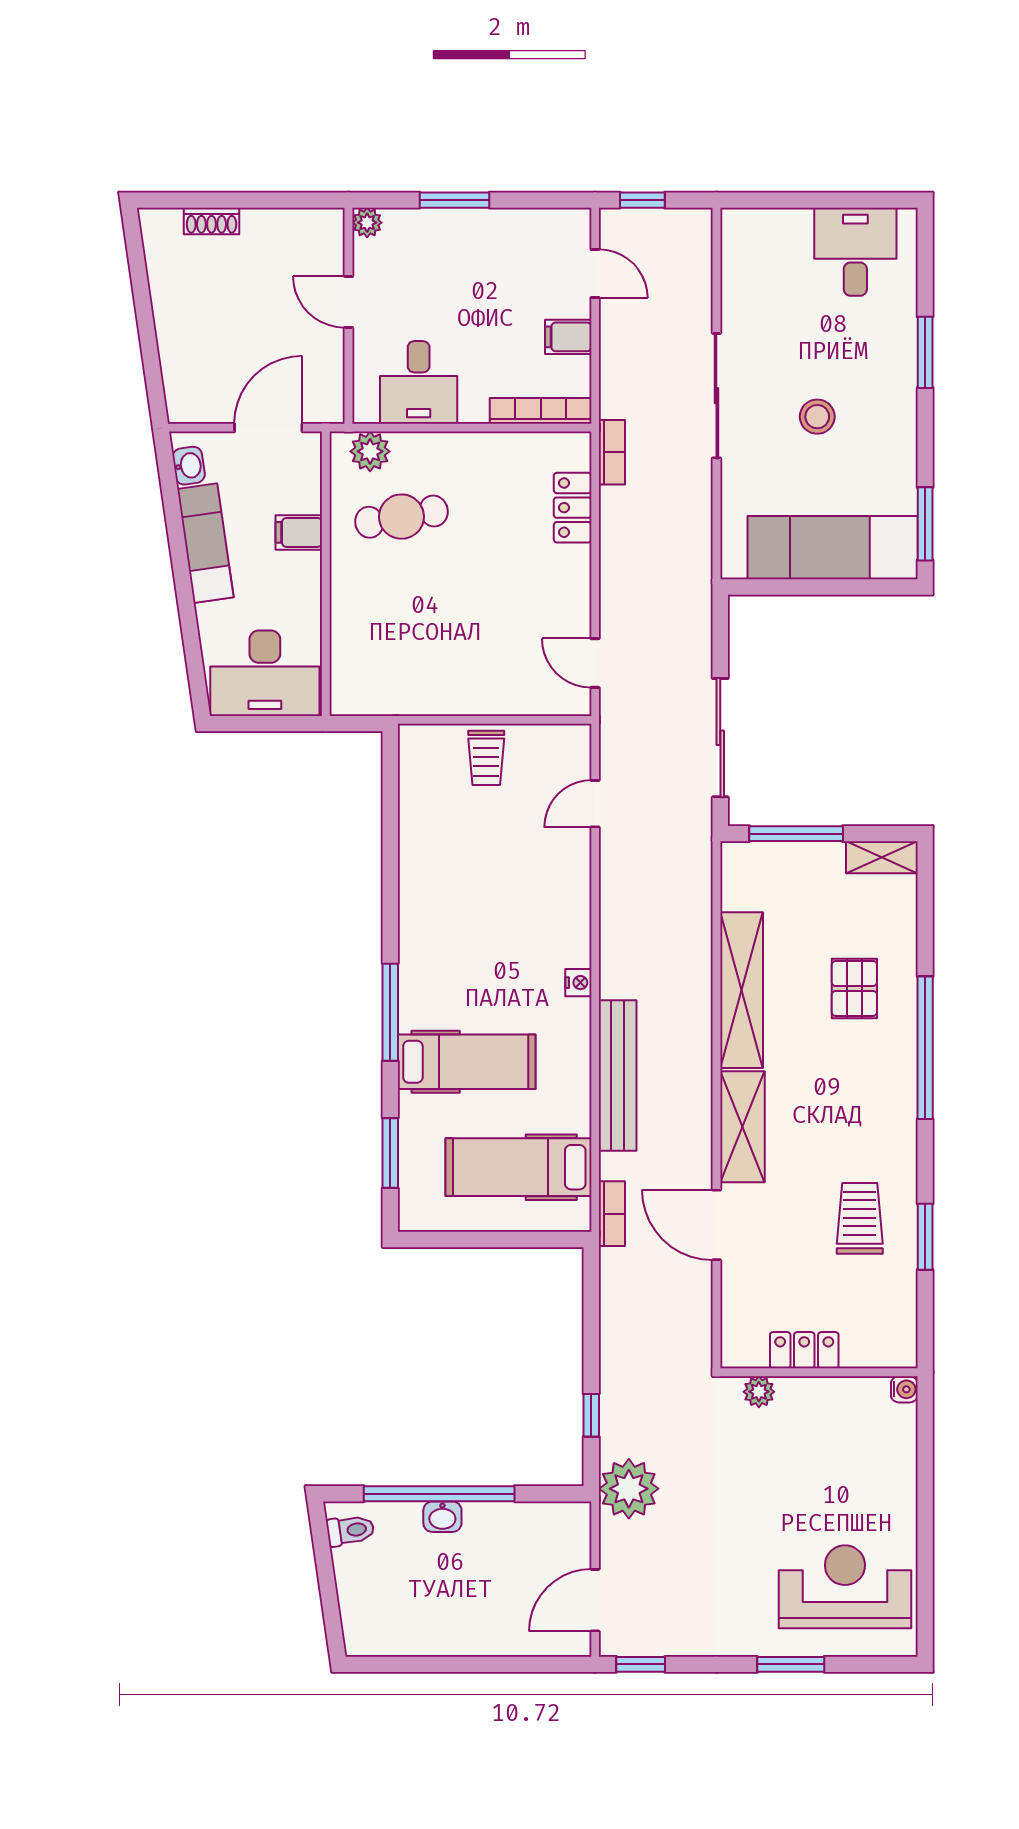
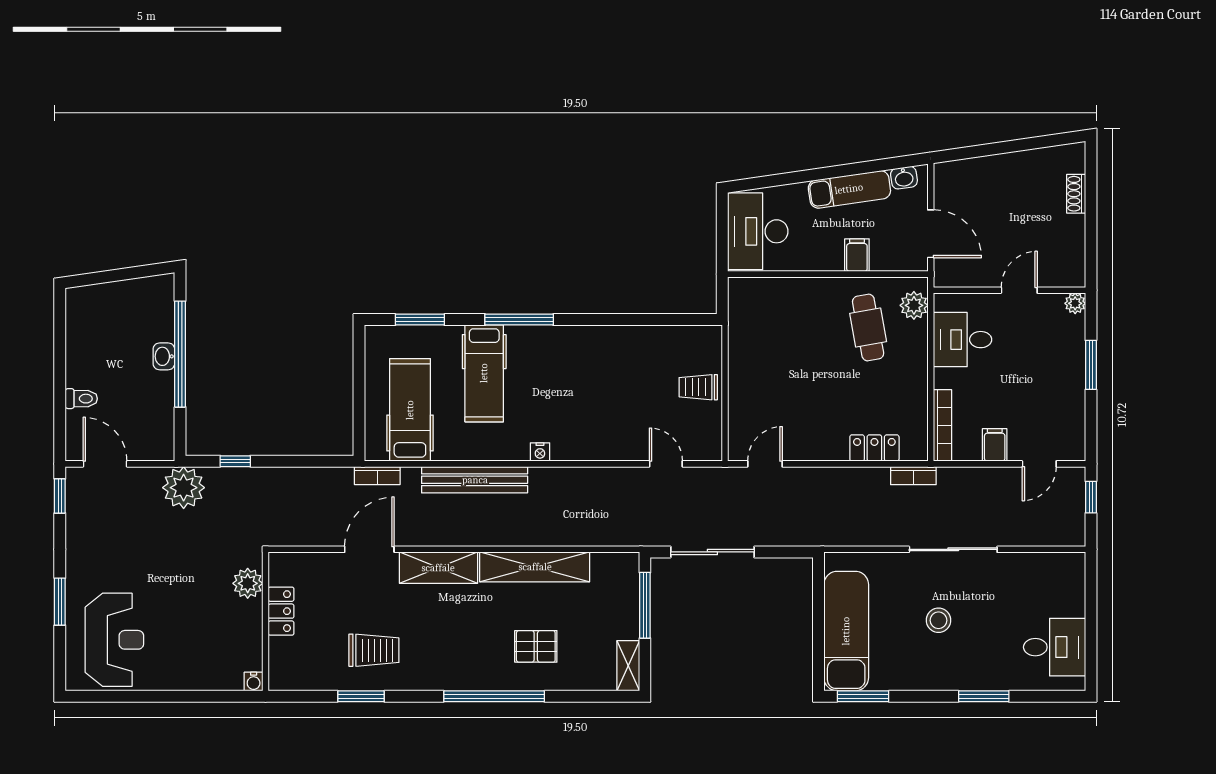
plant: (759, 1392) -> (248, 583), width x1.38, depth x1.38
toilet: (350, 1530) -> (81, 399), moved, turned -82

